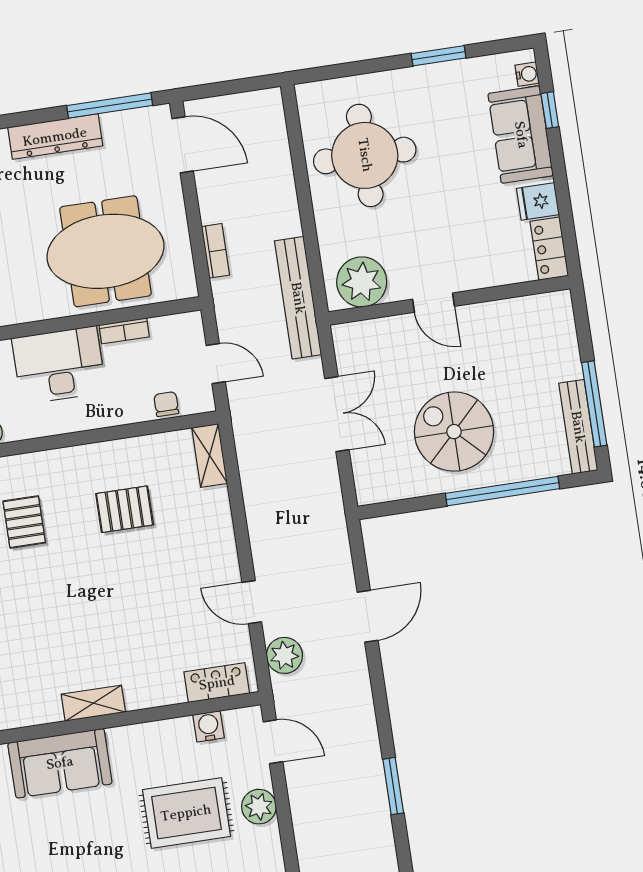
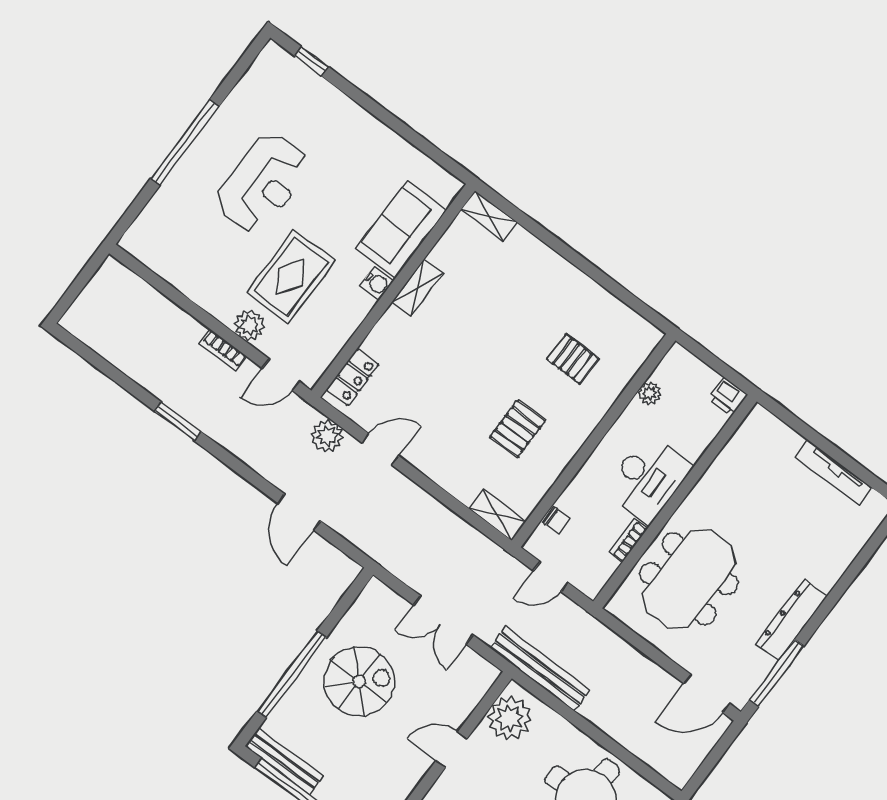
bookcase: (216, 251) -> (223, 350), moved
water cooler: (209, 726) -> (377, 283), moved

